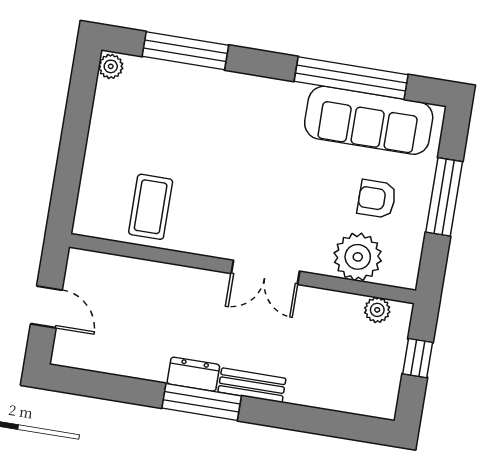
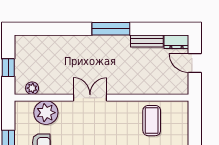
dresser: (193, 374) -> (176, 42), moved
bench: (252, 385) -> (147, 41), moved

